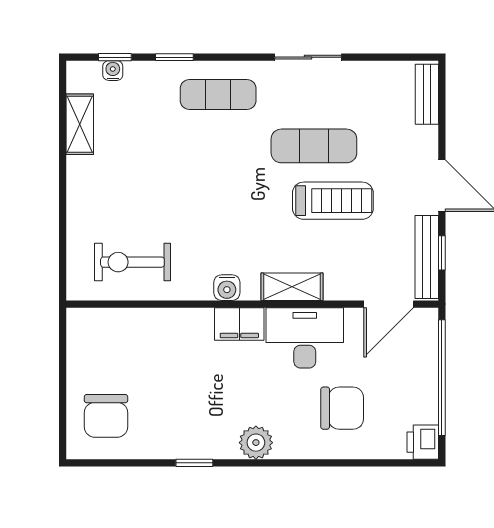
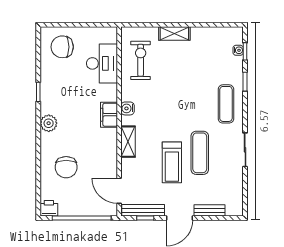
bench: (427, 94) -> (210, 210), moved
shelving: (80, 124) -> (174, 34), moved
desk: (305, 338) -> (102, 63), moved

